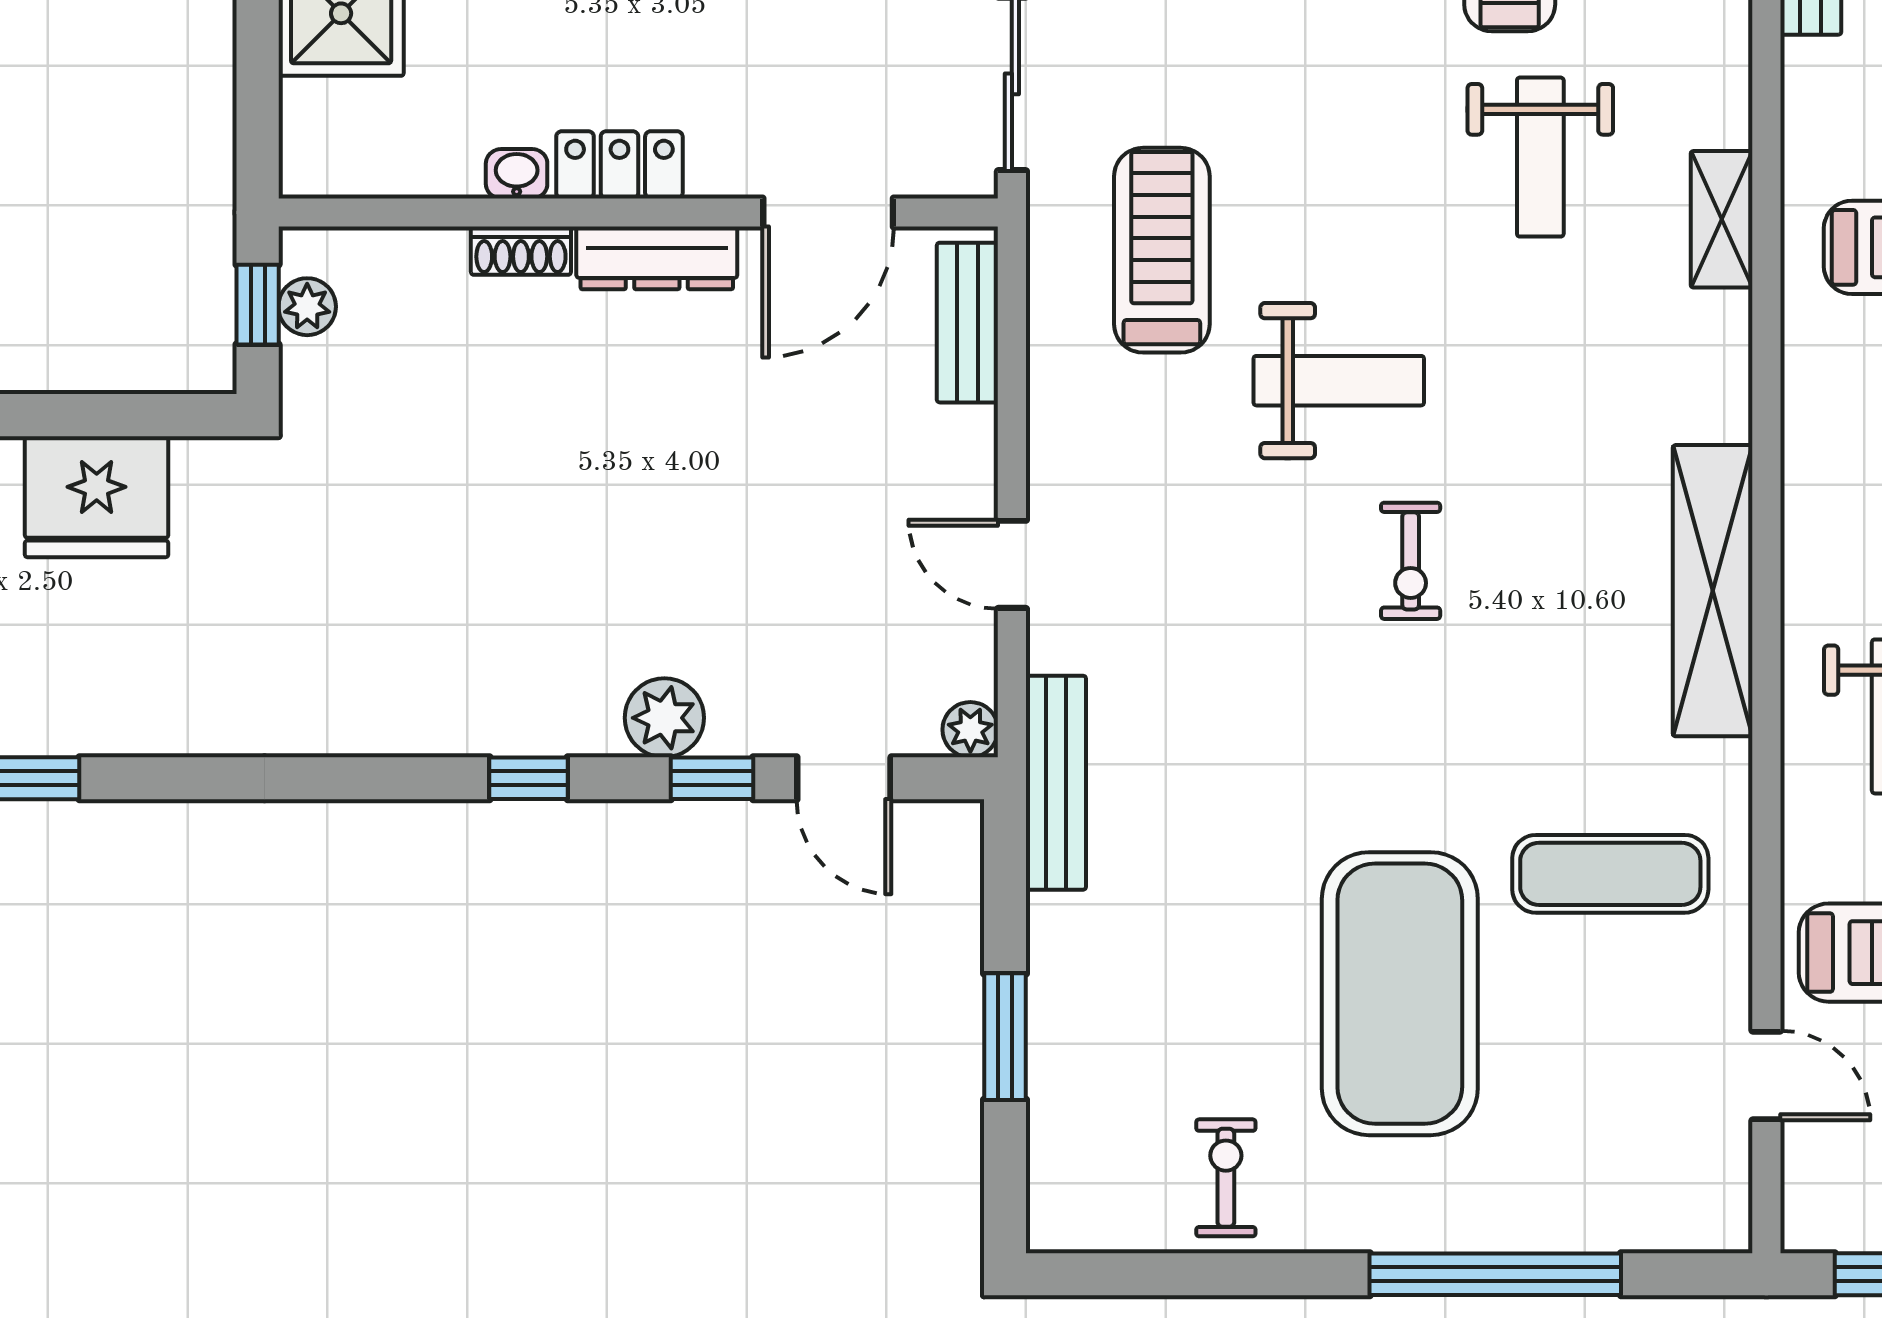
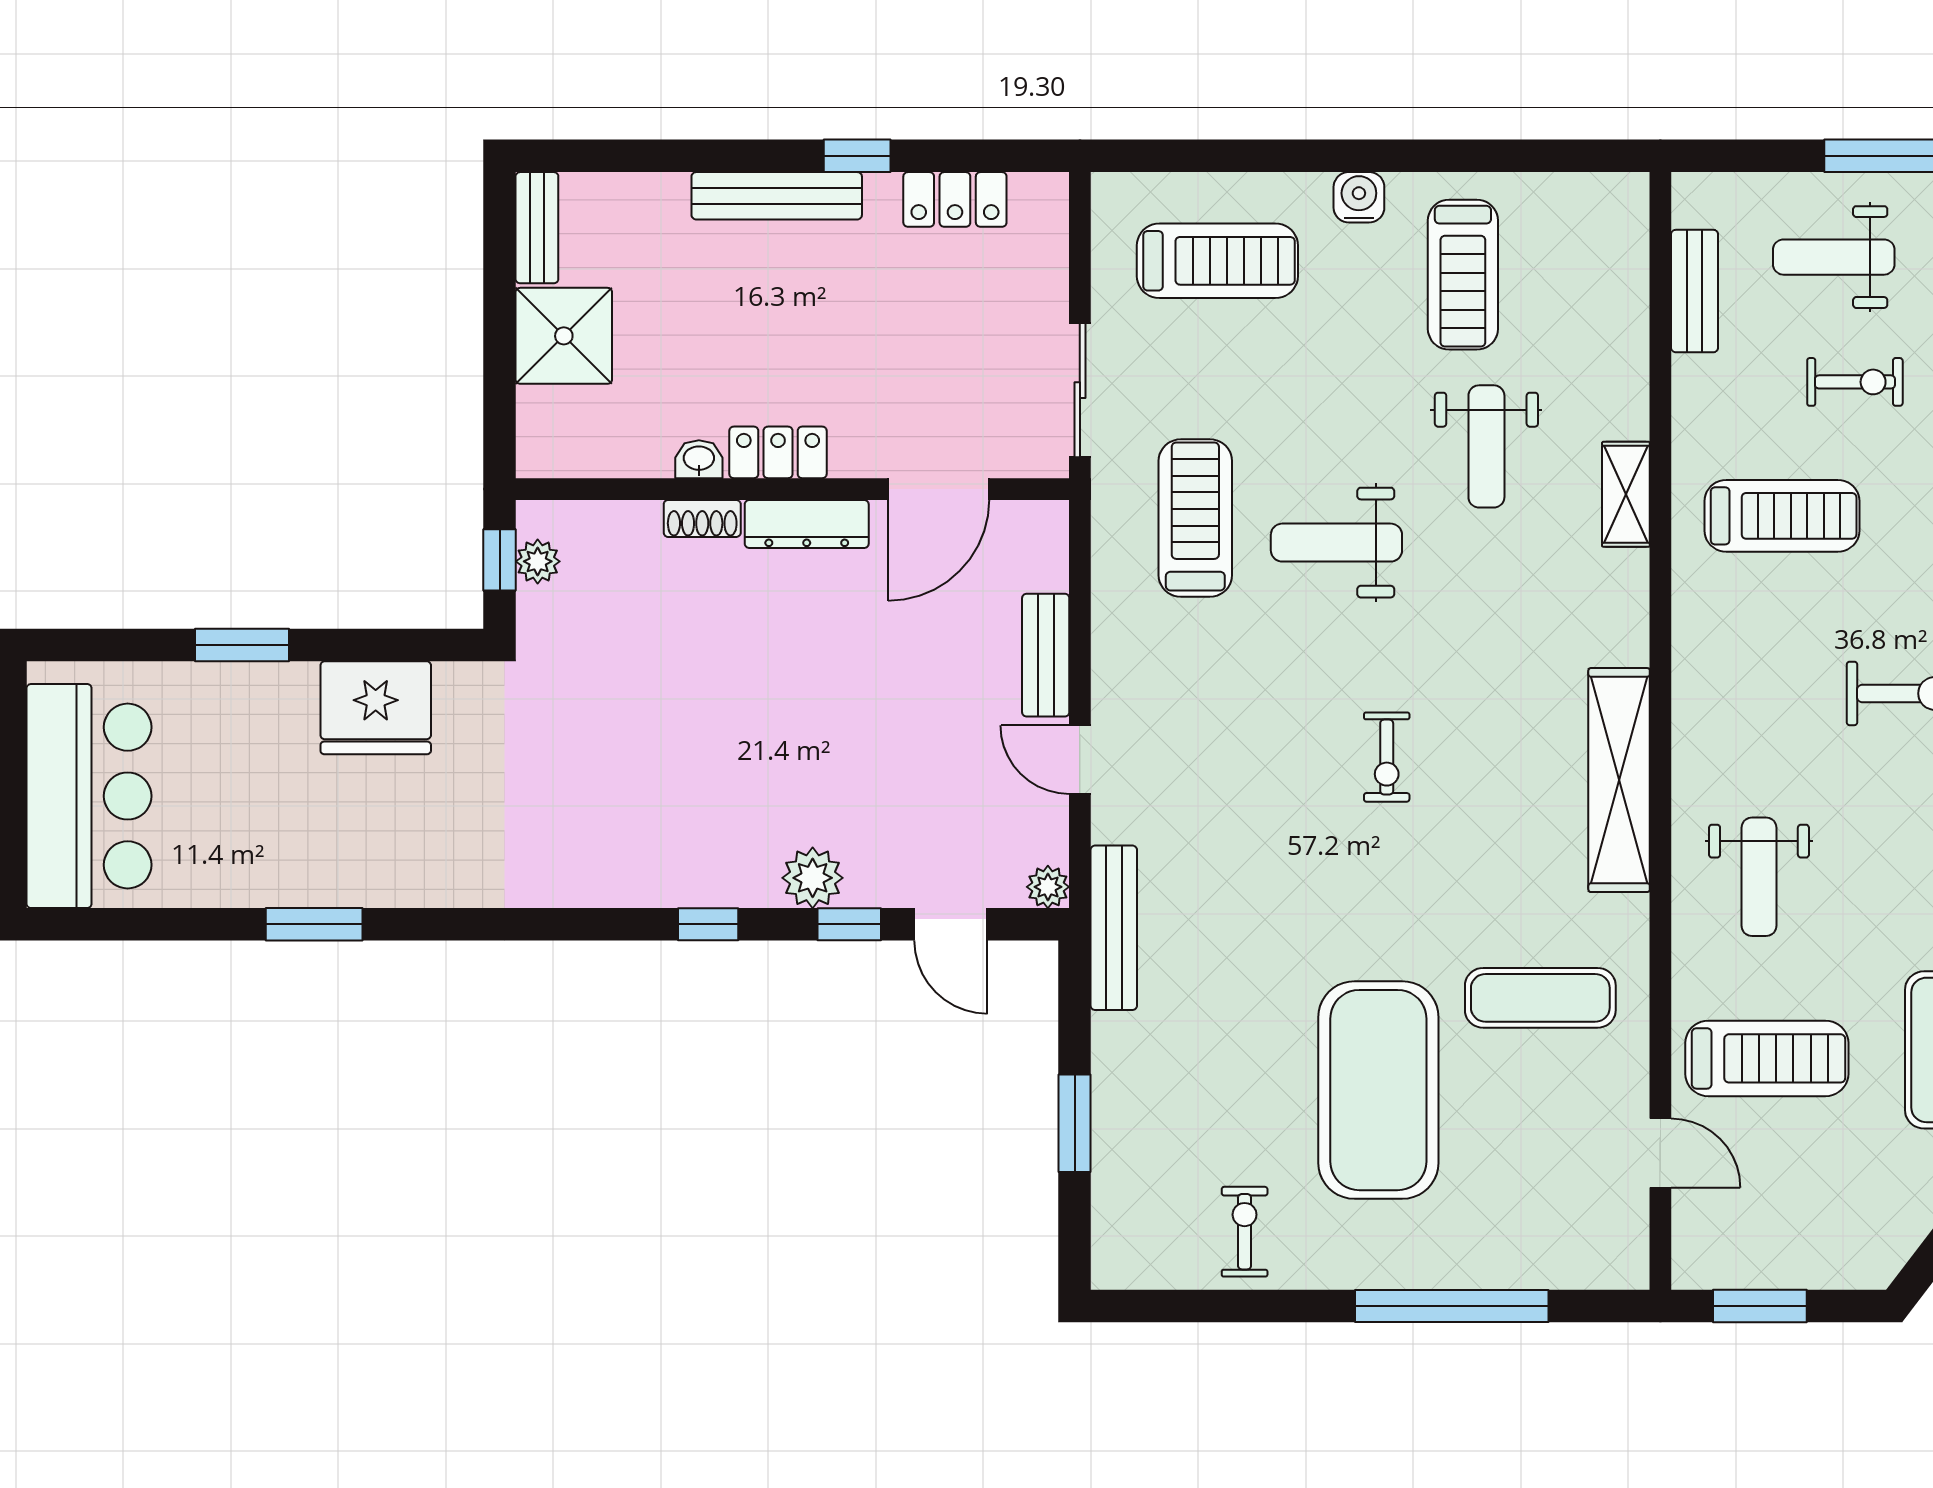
bench: (967, 323) -> (1046, 655), moved
weight bench: (1339, 381) -> (1336, 543), moved, turned 180

